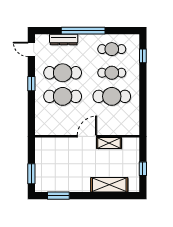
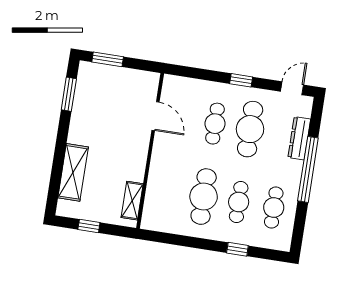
window: (143, 56) -> (237, 249), moved
cafe table: (63, 96) -> (215, 124), width x0.73, depth x0.74
door: (87, 136) -> (156, 116), moved
shelving: (109, 143) -> (132, 201), moved

